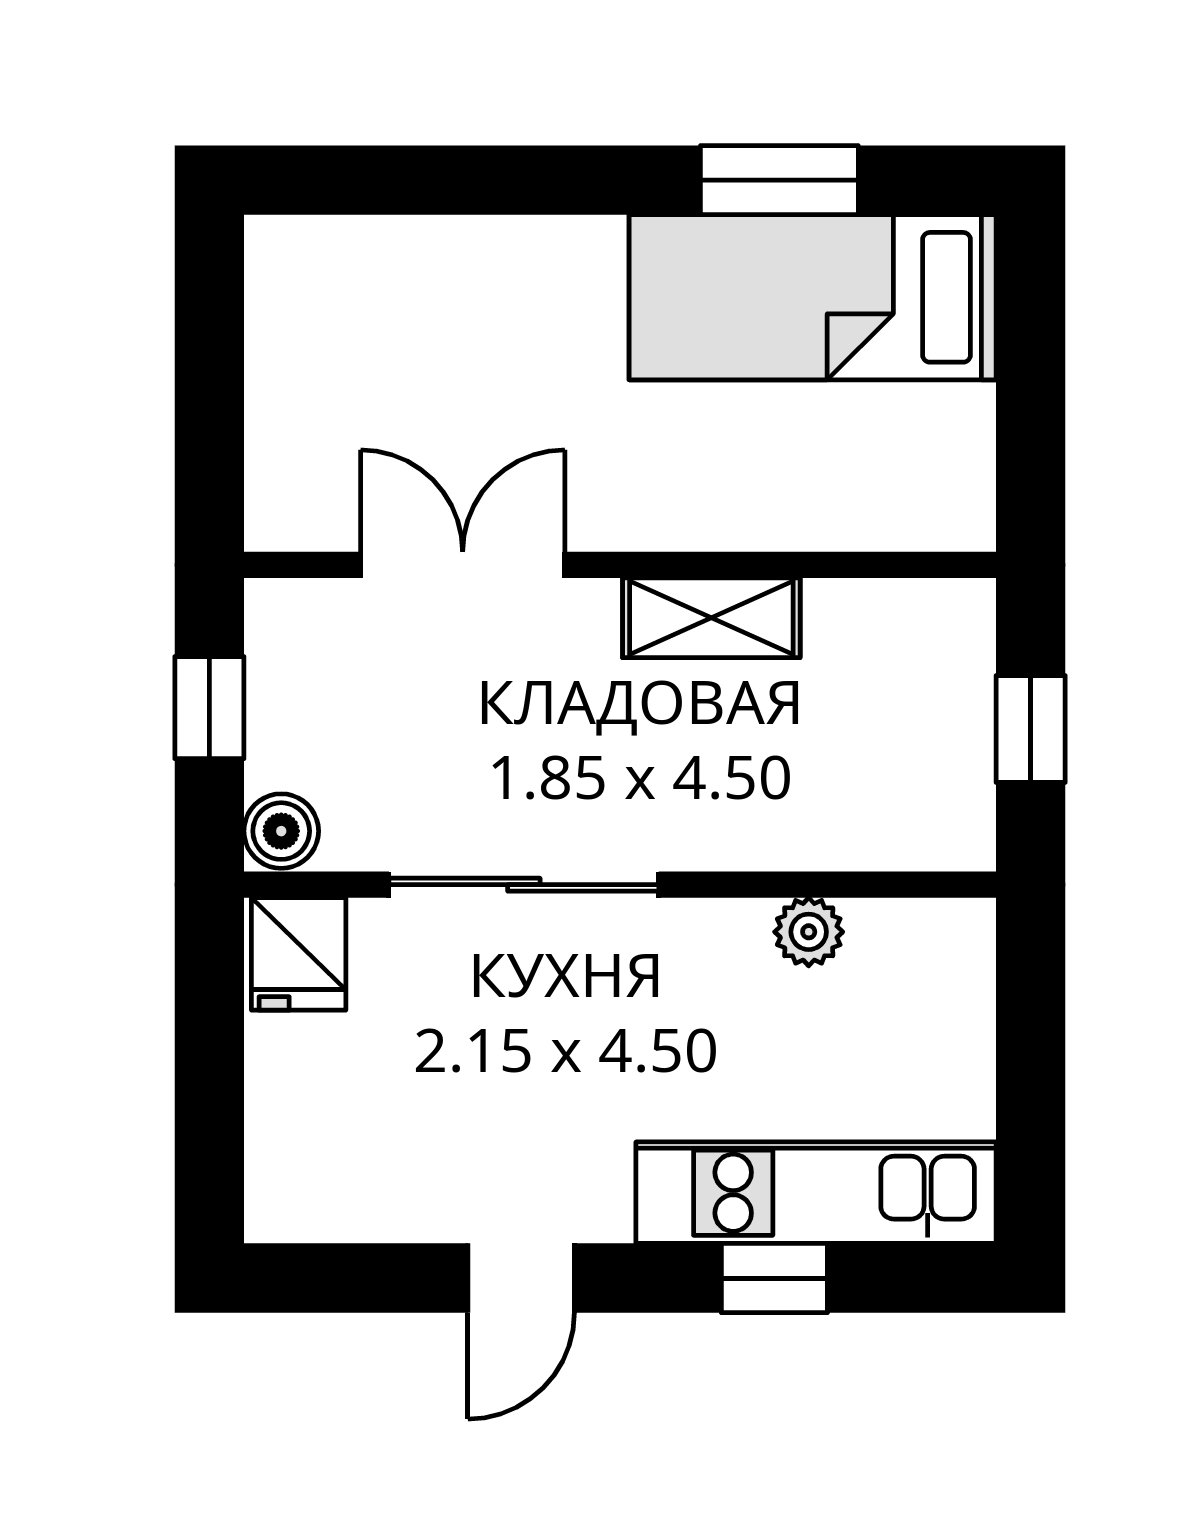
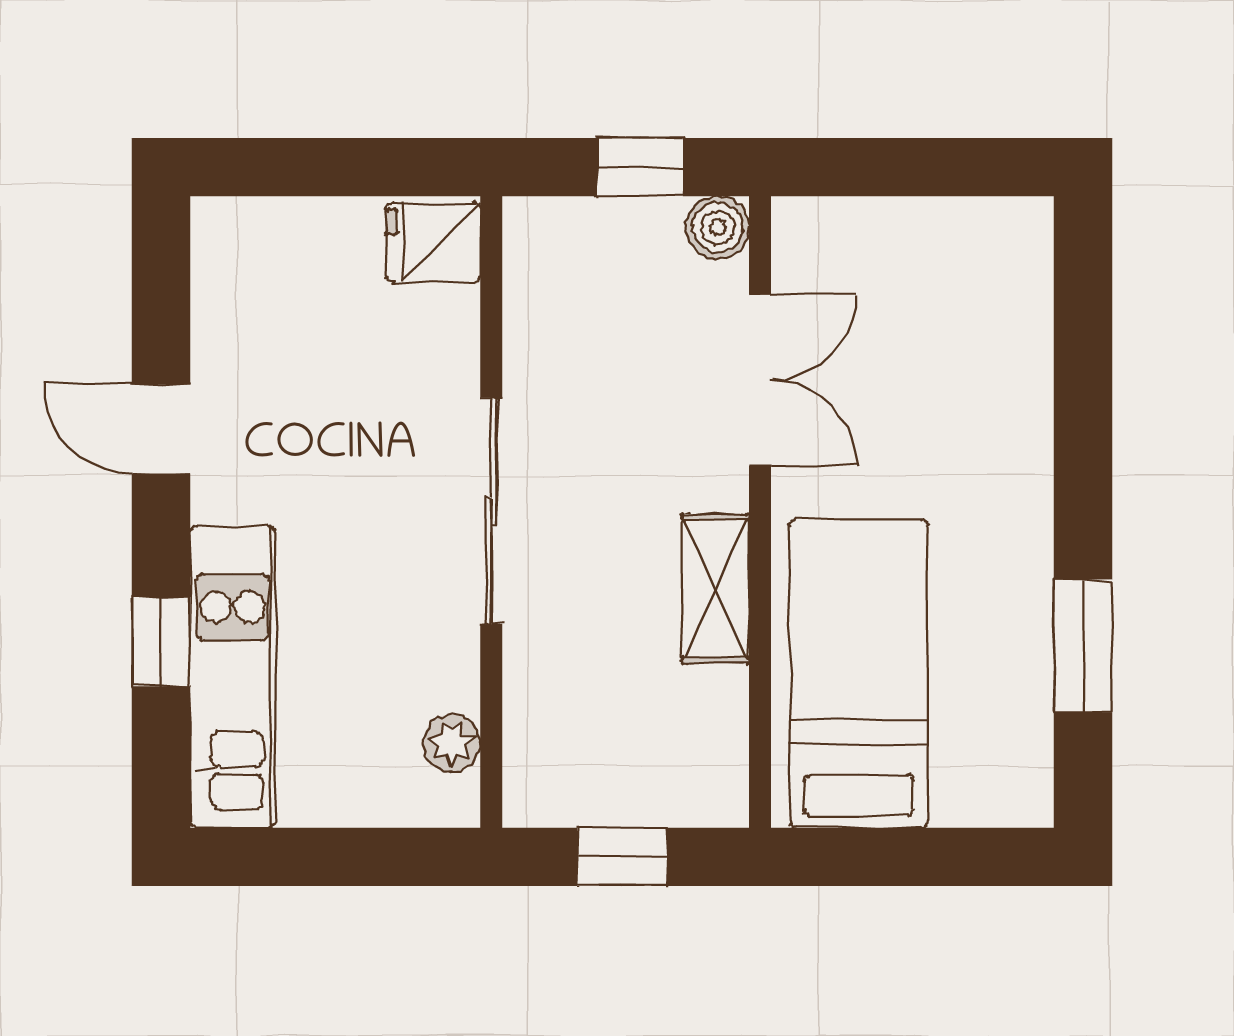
bed: (813, 297) -> (859, 674), moved
boiler: (281, 831) -> (718, 228), moved
sliding door: (524, 885) -> (491, 511), moved
plant: (809, 932) -> (452, 743), moved

